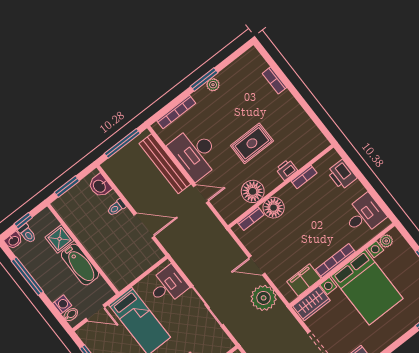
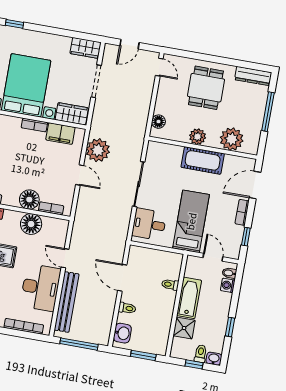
toilet: (104, 259) -> (170, 285), added
bookcase: (335, 261) -> (34, 125), width x0.64
window: (27, 276) -> (230, 327), width x0.46

